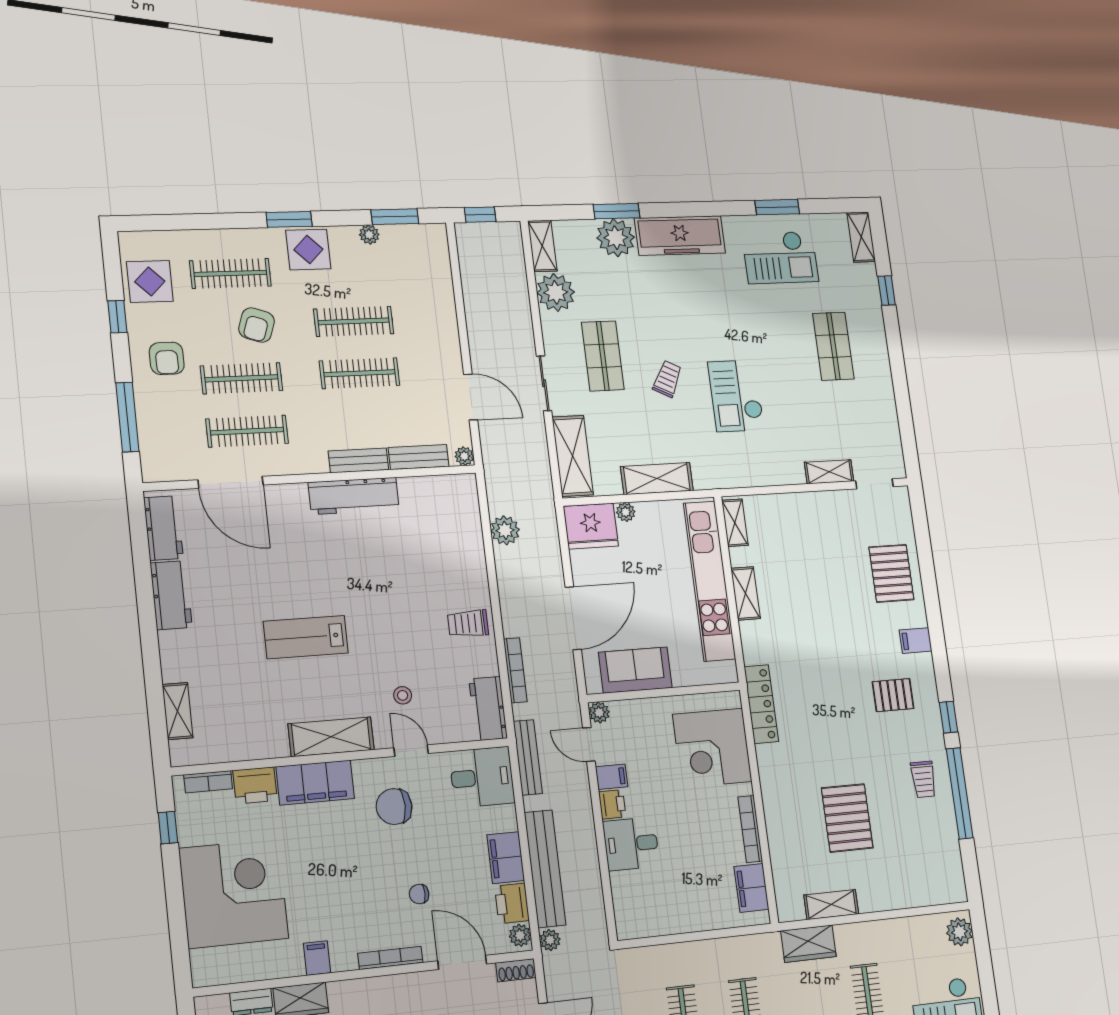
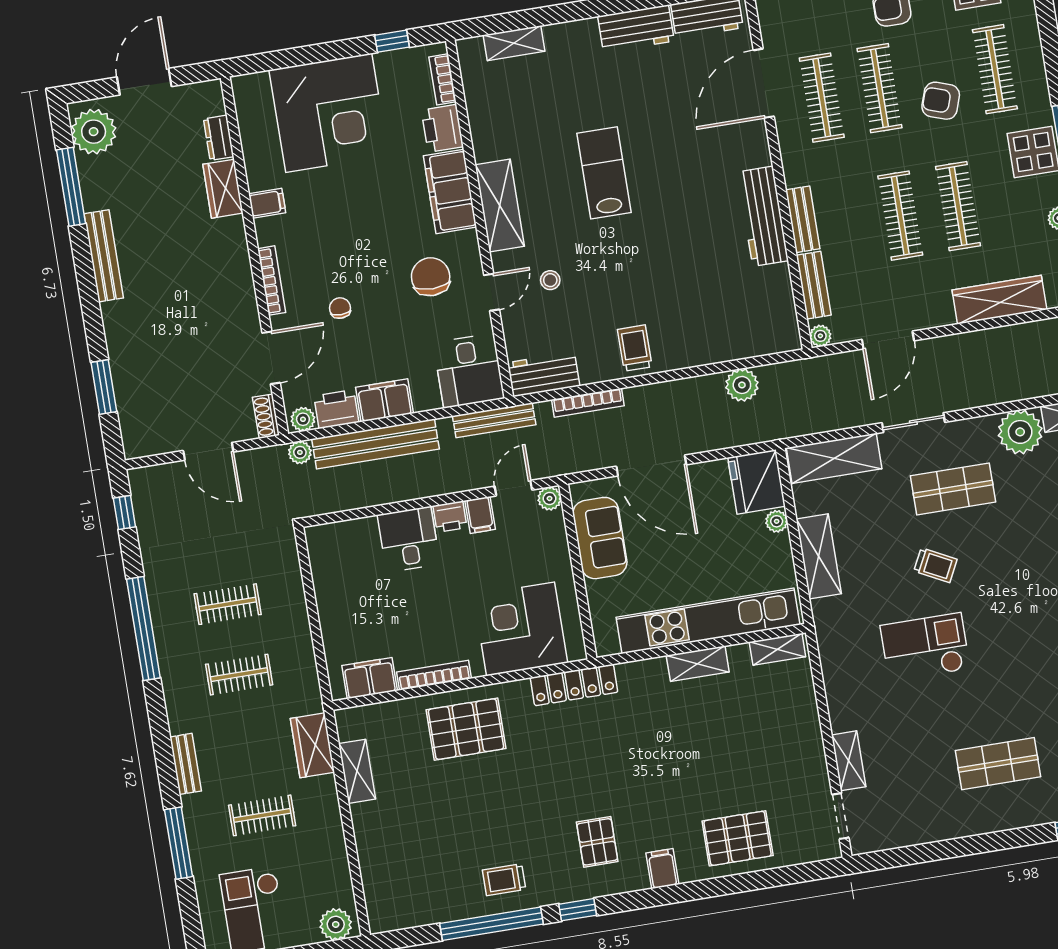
wardrobe: (439, 296) -> (999, 300), added
pallet: (847, 818) -> (466, 729), moved

